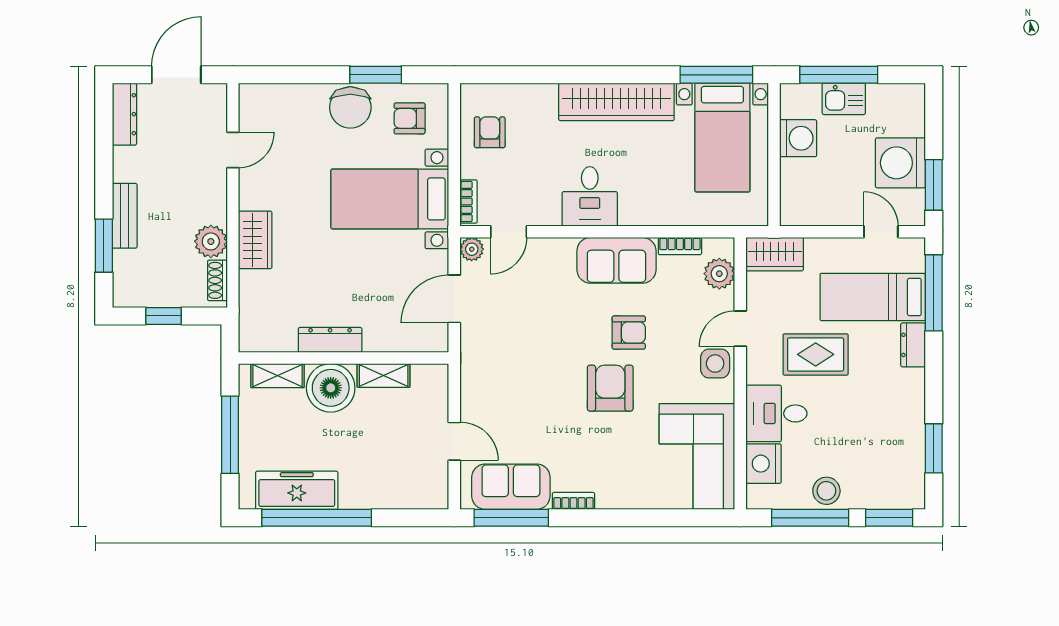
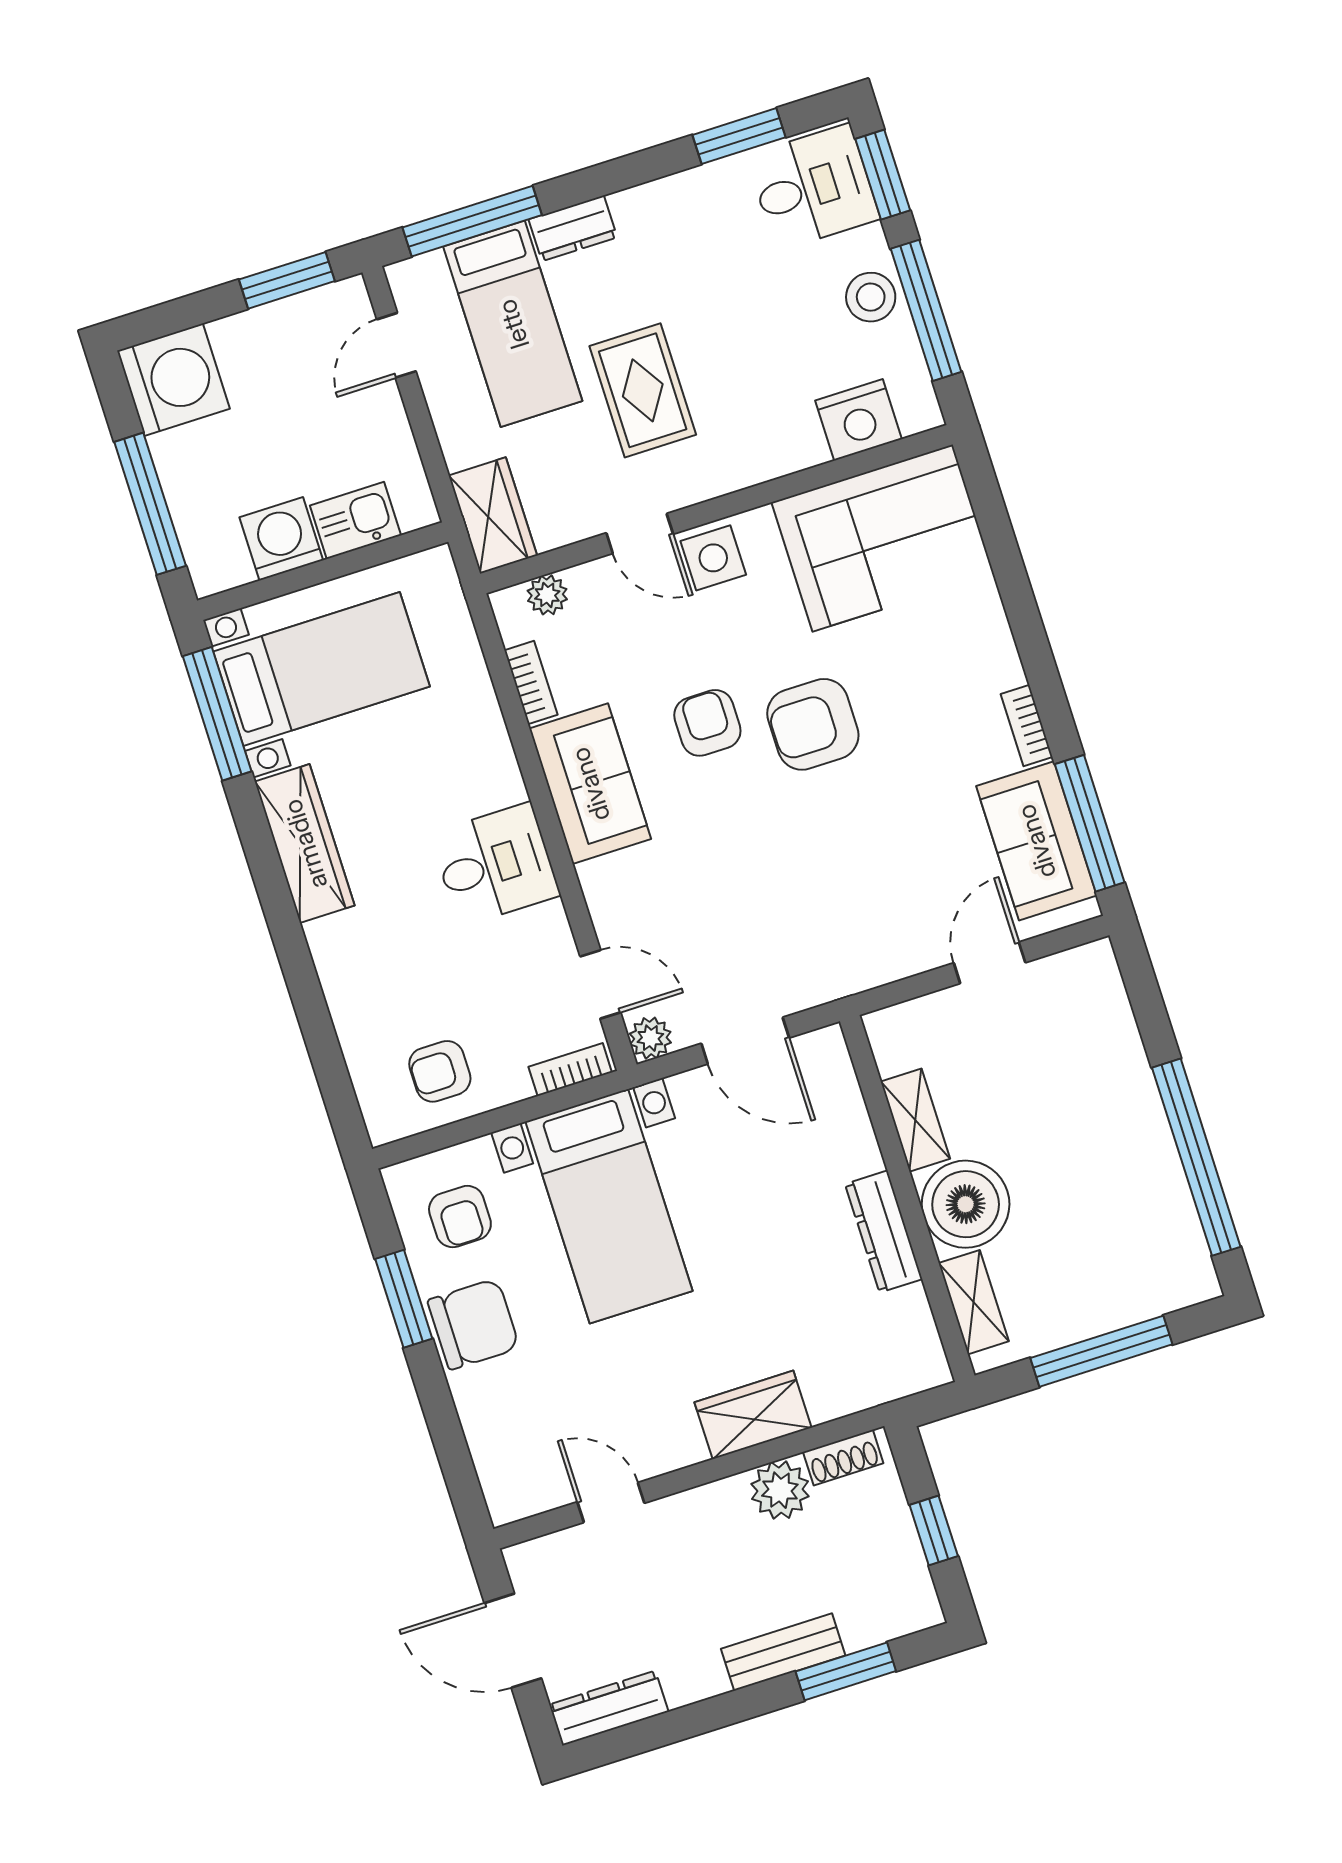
kitchen sink: (844, 99) -> (355, 520), moved, turned -90
wardrobe: (616, 102) -> (305, 844), width x0.71, depth x0.85
washing machine: (900, 163) -> (174, 380), moved, turned -90
plant: (719, 274) -> (547, 595), width x0.73, depth x0.73
desk: (776, 413) -> (813, 187), moved, turned -90
freezer: (297, 490) -> (1160, 1206), removed

